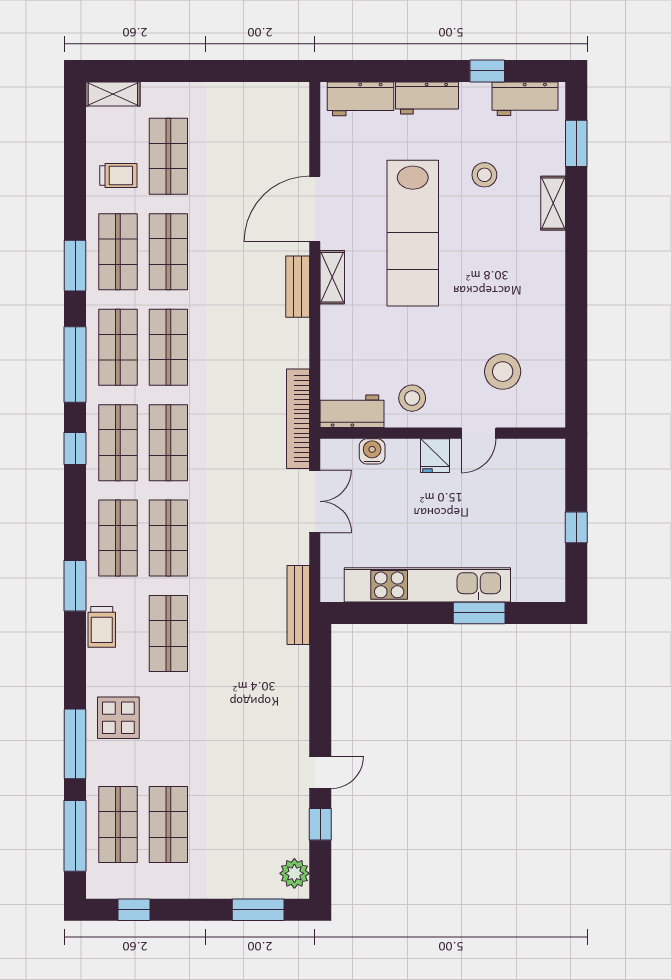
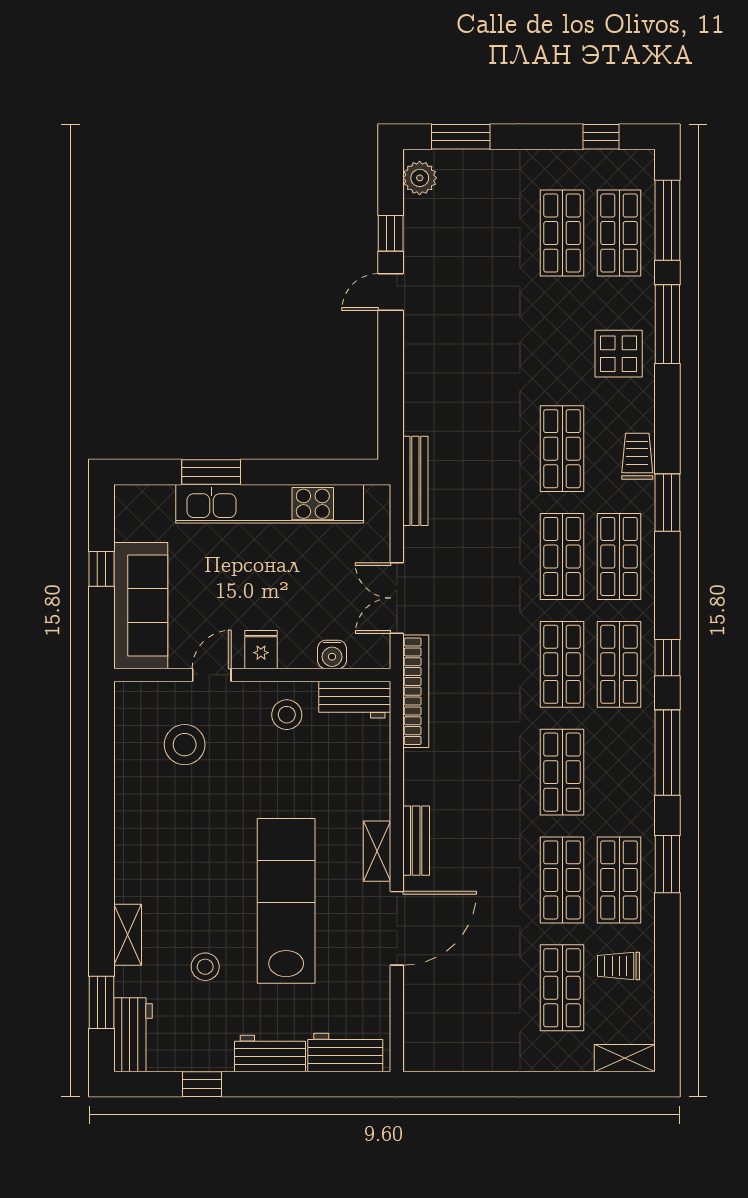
workbench: (525, 99) -> (133, 1035), moved, turned 90
shop shelf: (118, 347) -> (619, 772), removed
sofa: (542, 495) -> (141, 606), added

